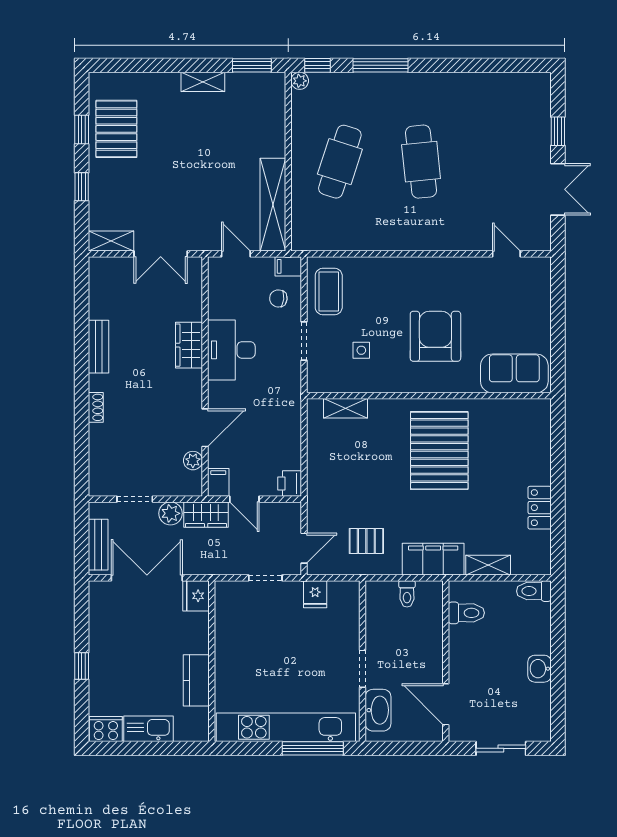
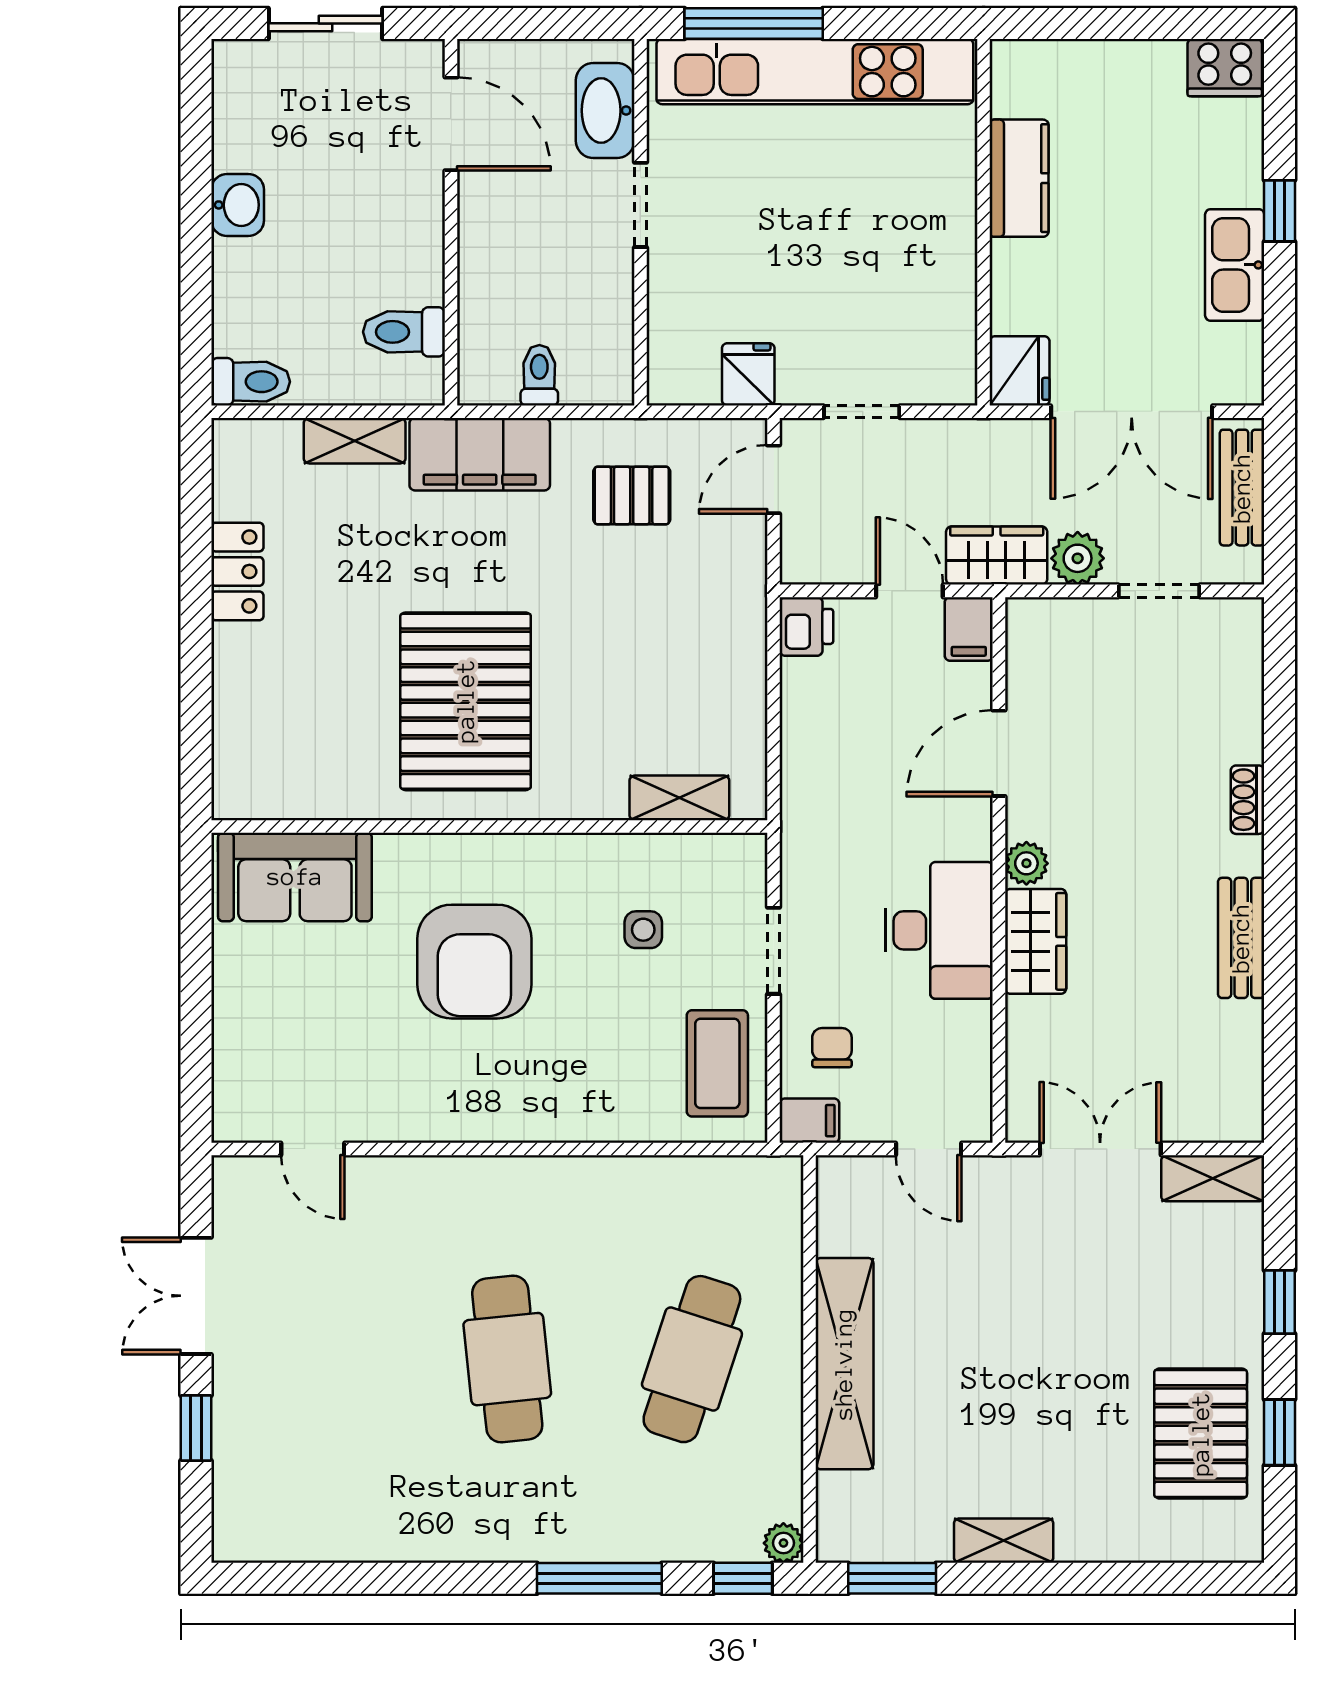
shelving: (273, 205) -> (844, 1364), moved
chair: (278, 298) -> (832, 1048), turned -96
plant: (193, 461) -> (1026, 863), moved
kitchen sink: (149, 729) -> (1235, 265), moved, turned 90

